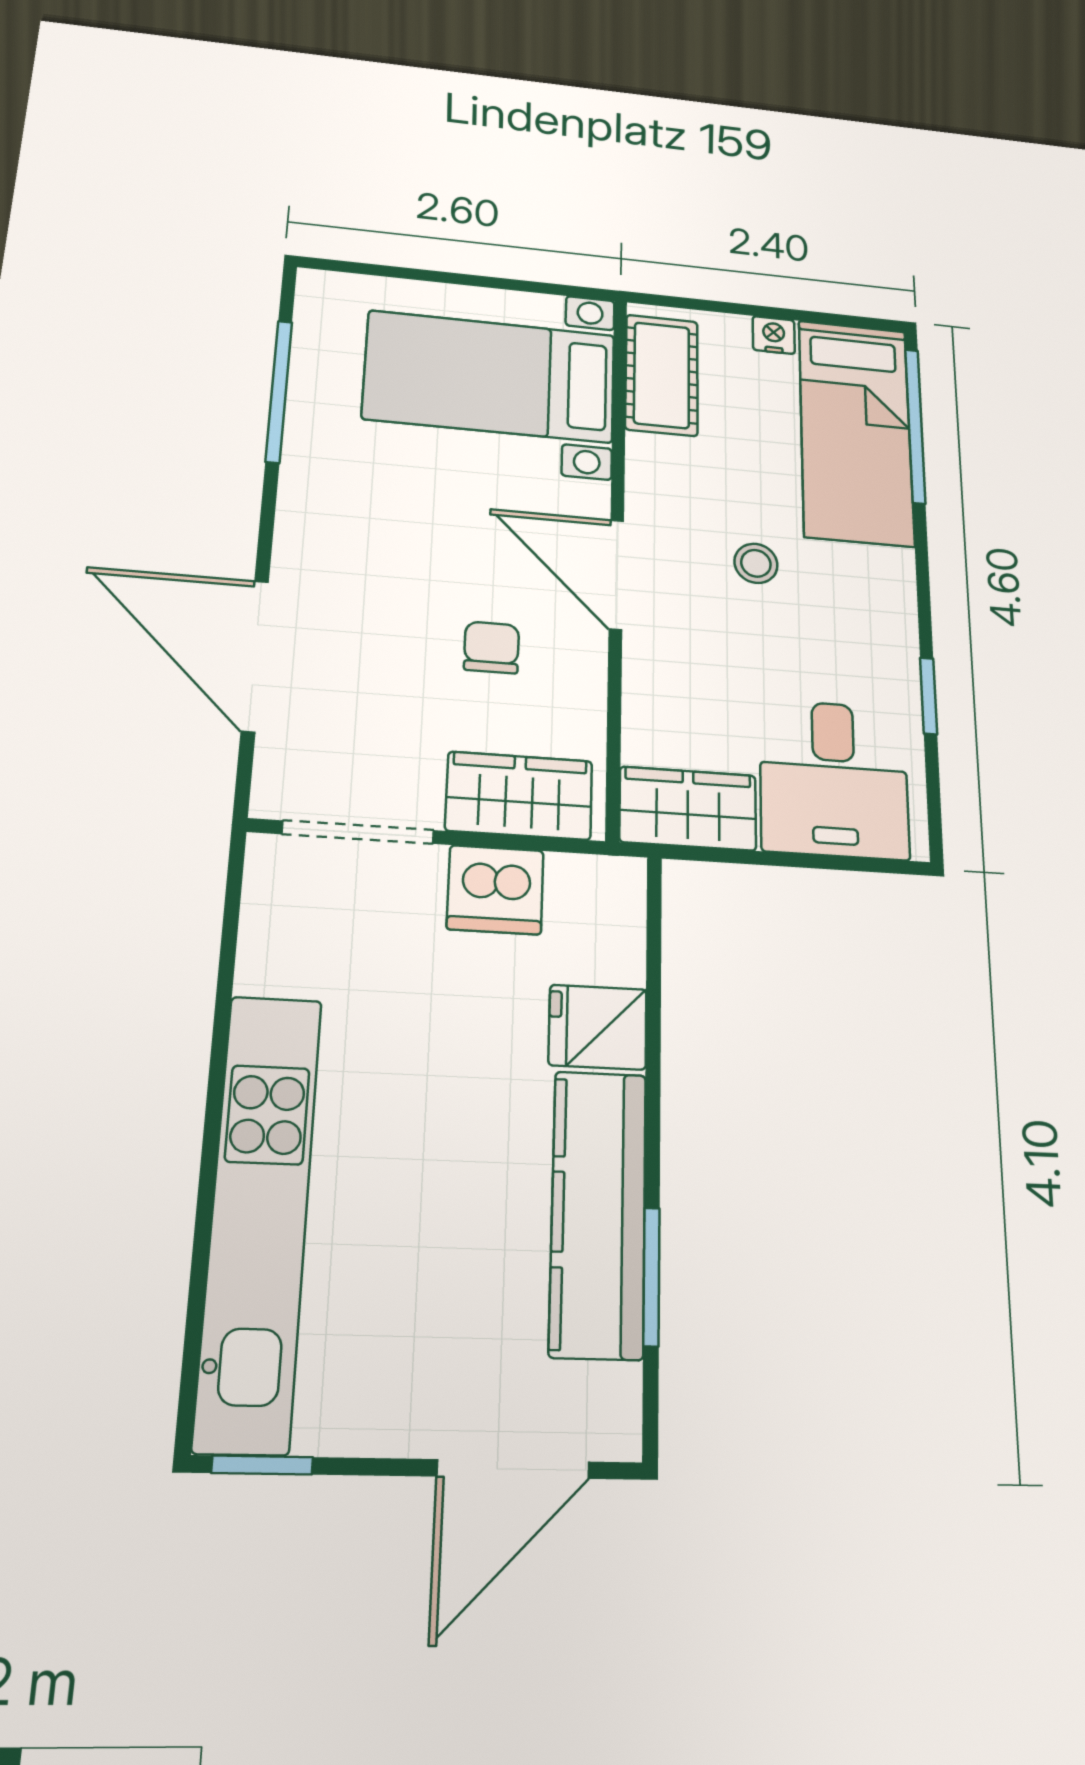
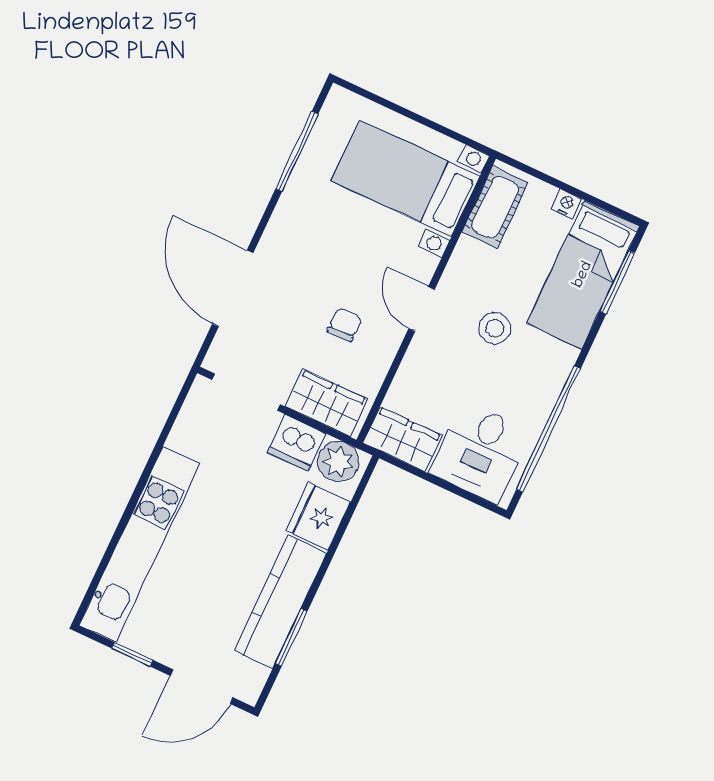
window: (915, 426) -> (617, 282), width x0.69
stool: (756, 563) -> (495, 328), width x1.37, depth x1.37
door: (616, 575) -> (422, 309), width x0.73
window: (929, 696) -> (548, 429), width x3.17
plant: (589, 894) -> (338, 461), added
fridge: (598, 1027) -> (318, 516), width x1.38
window: (262, 1465) -> (132, 654), moved

